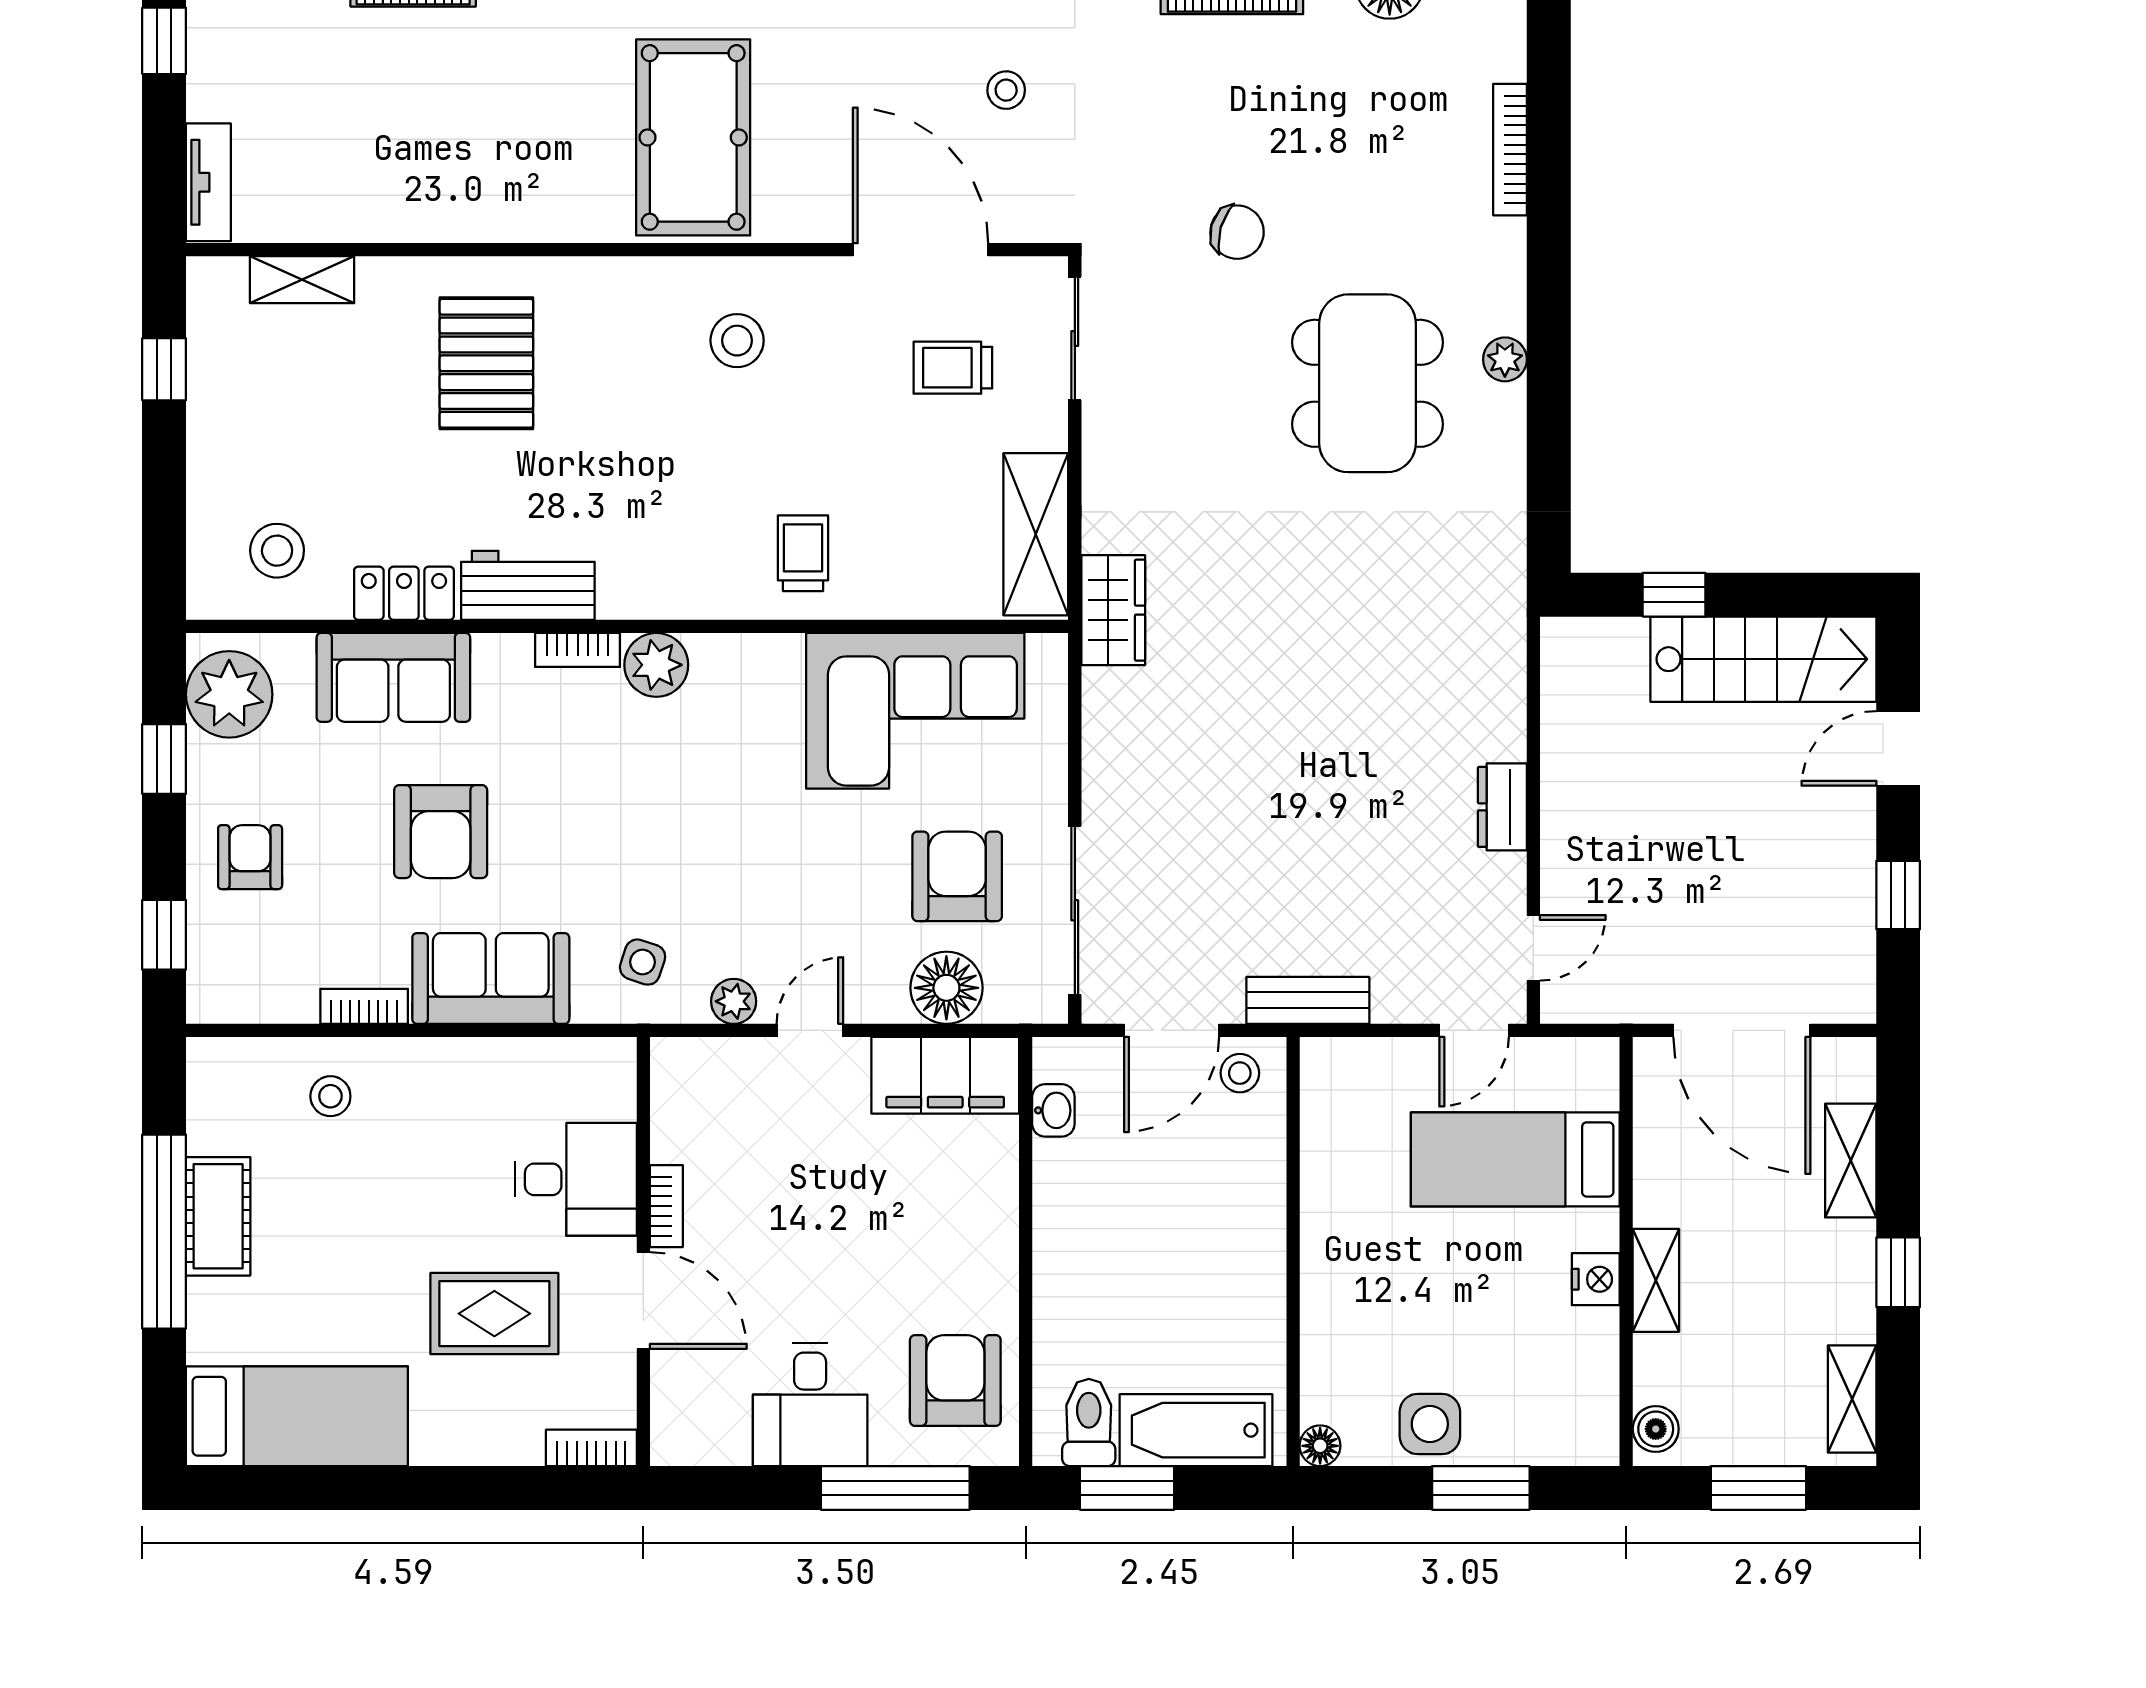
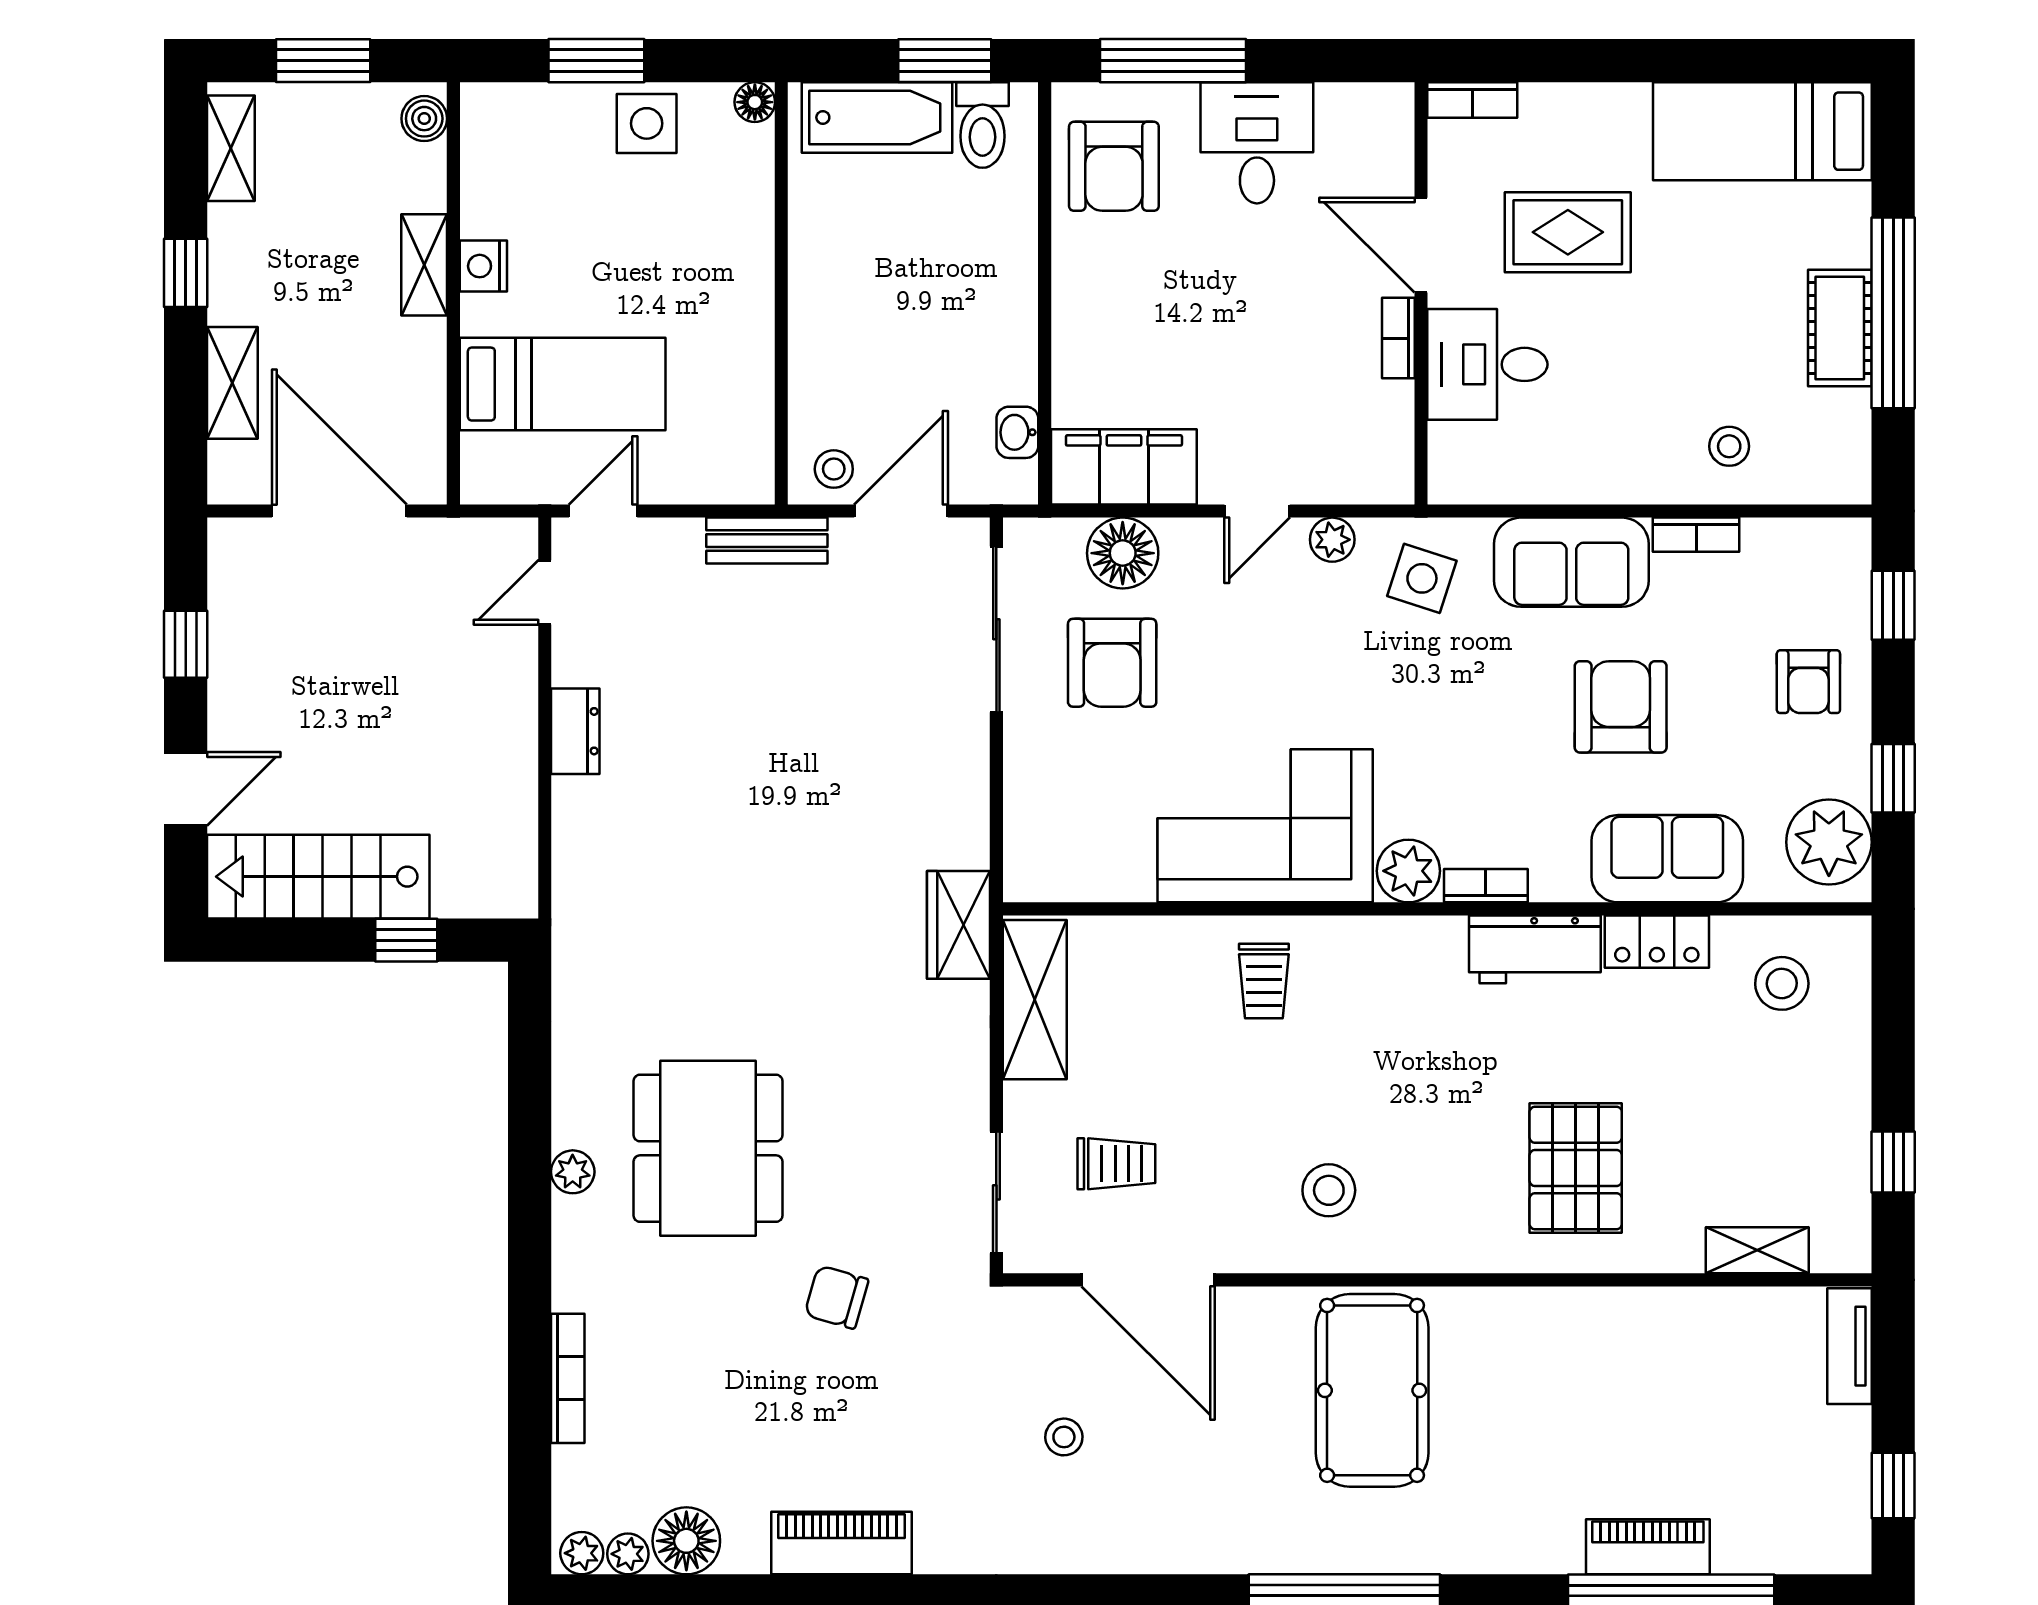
corner sofa: (915, 711) -> (1265, 826), moved
side table: (643, 962) -> (1422, 578), width x1.37, depth x1.37

